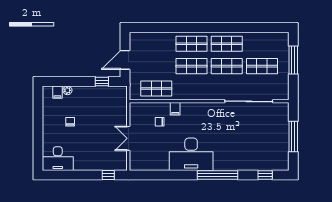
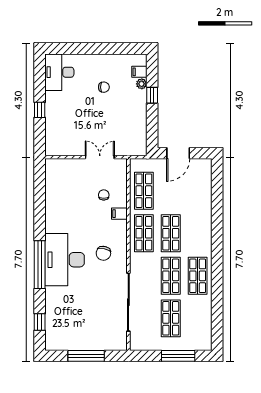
shop shelf: (191, 44) -> (144, 233), moved
door: (125, 60) -> (178, 153), swing flipped
window: (102, 82) -> (152, 95), moved
chair: (208, 122) -> (103, 253), added
double door: (128, 138) -> (100, 157), moved
desk: (191, 154) -> (65, 260), moved
window: (108, 175) -> (40, 110), moved

